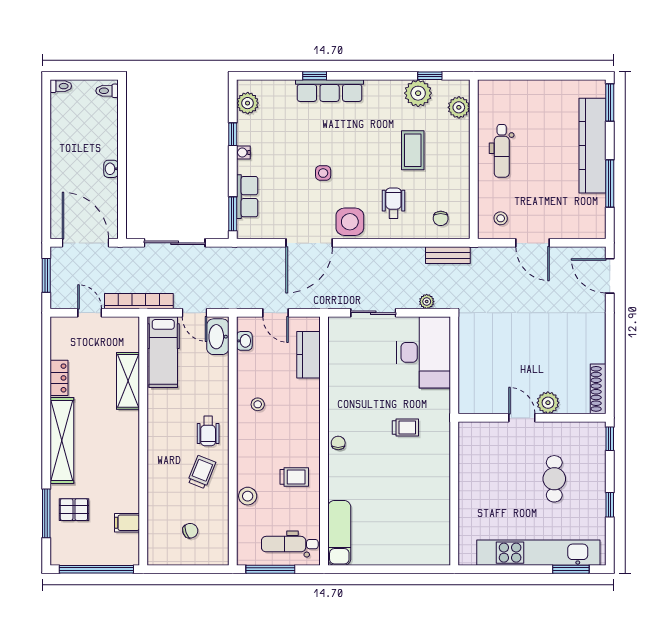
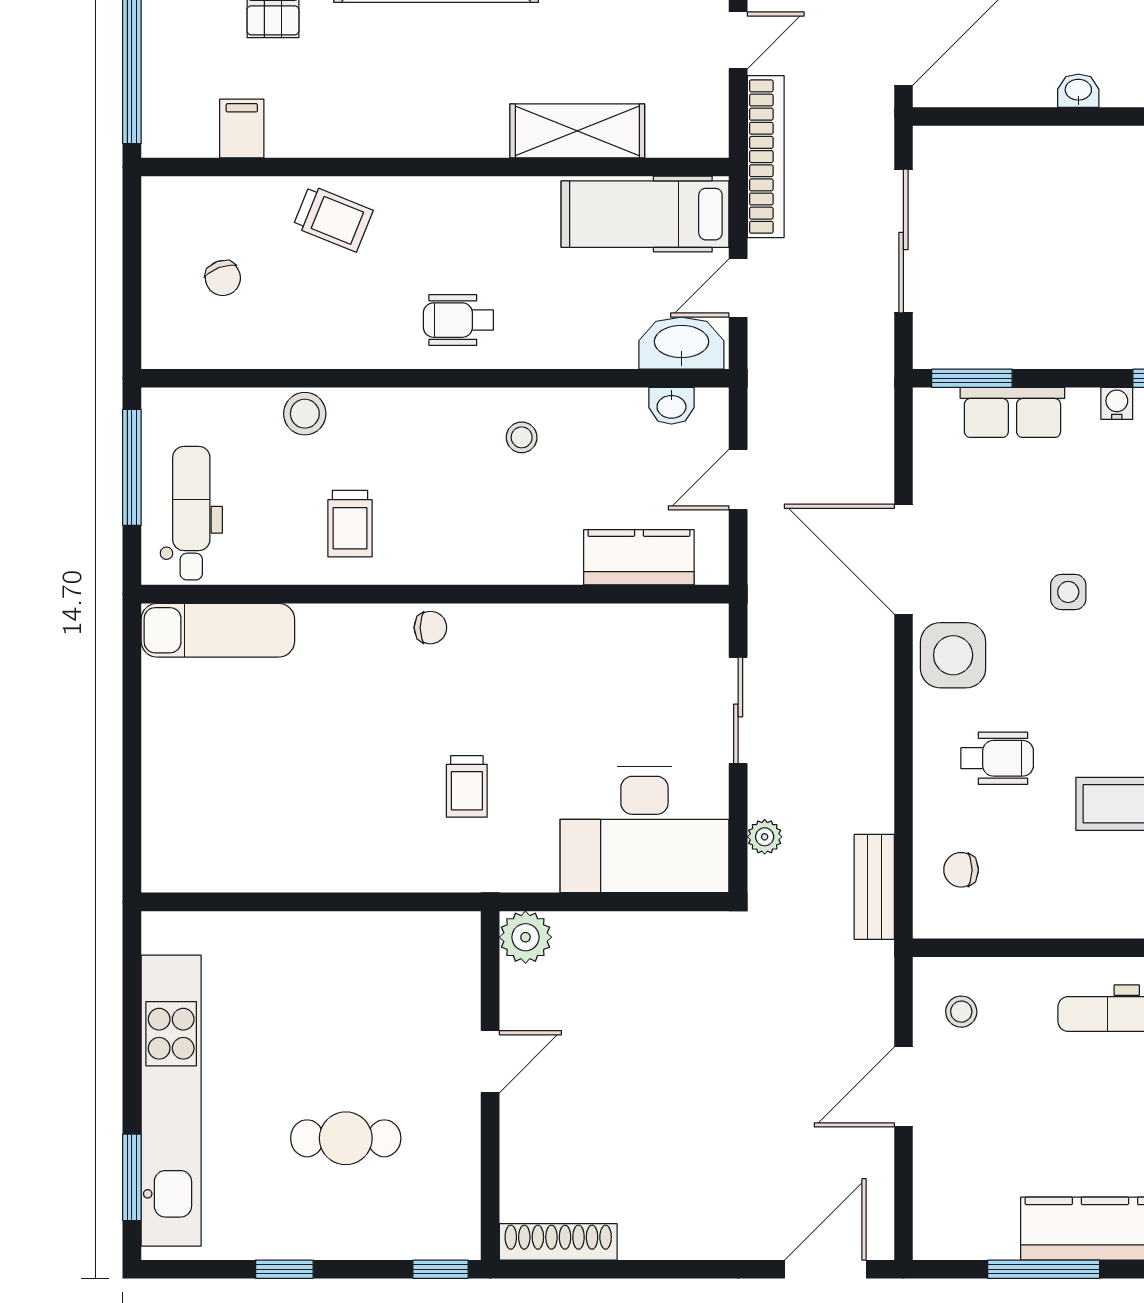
plant: (548, 403) -> (525, 937), moved
trolley: (202, 472) -> (333, 218), moved

